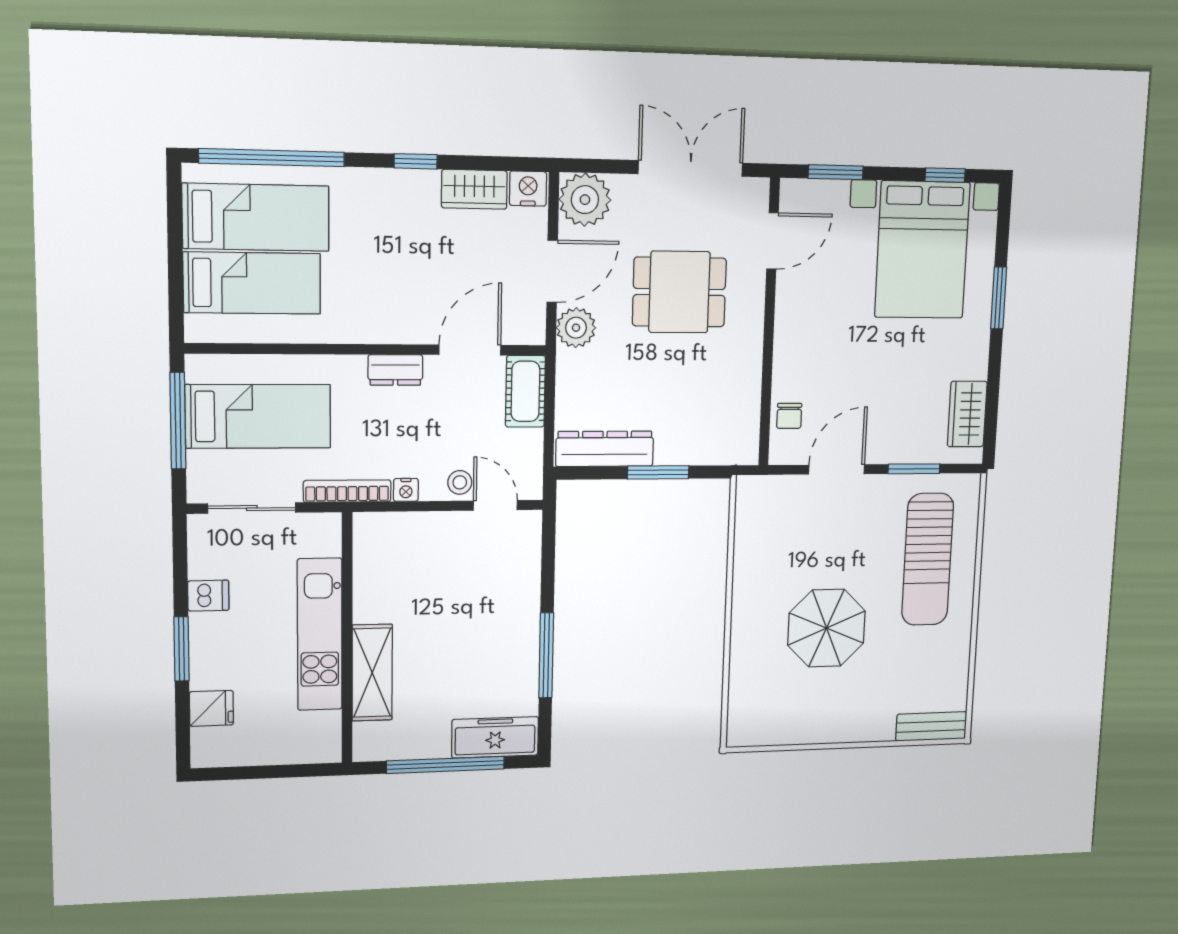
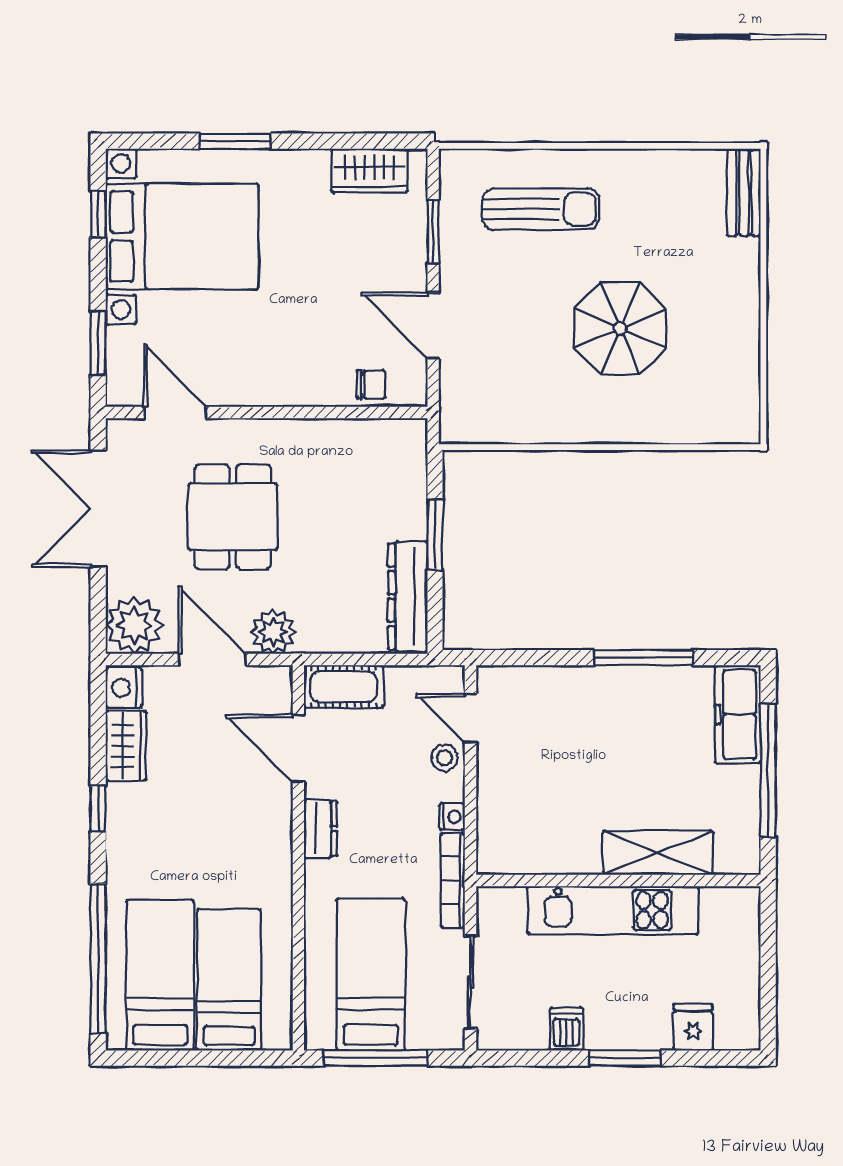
door: (495, 505) -> (471, 718), hinge flipped
sun lounger: (928, 559) -> (541, 209), width x0.73, depth x0.75

